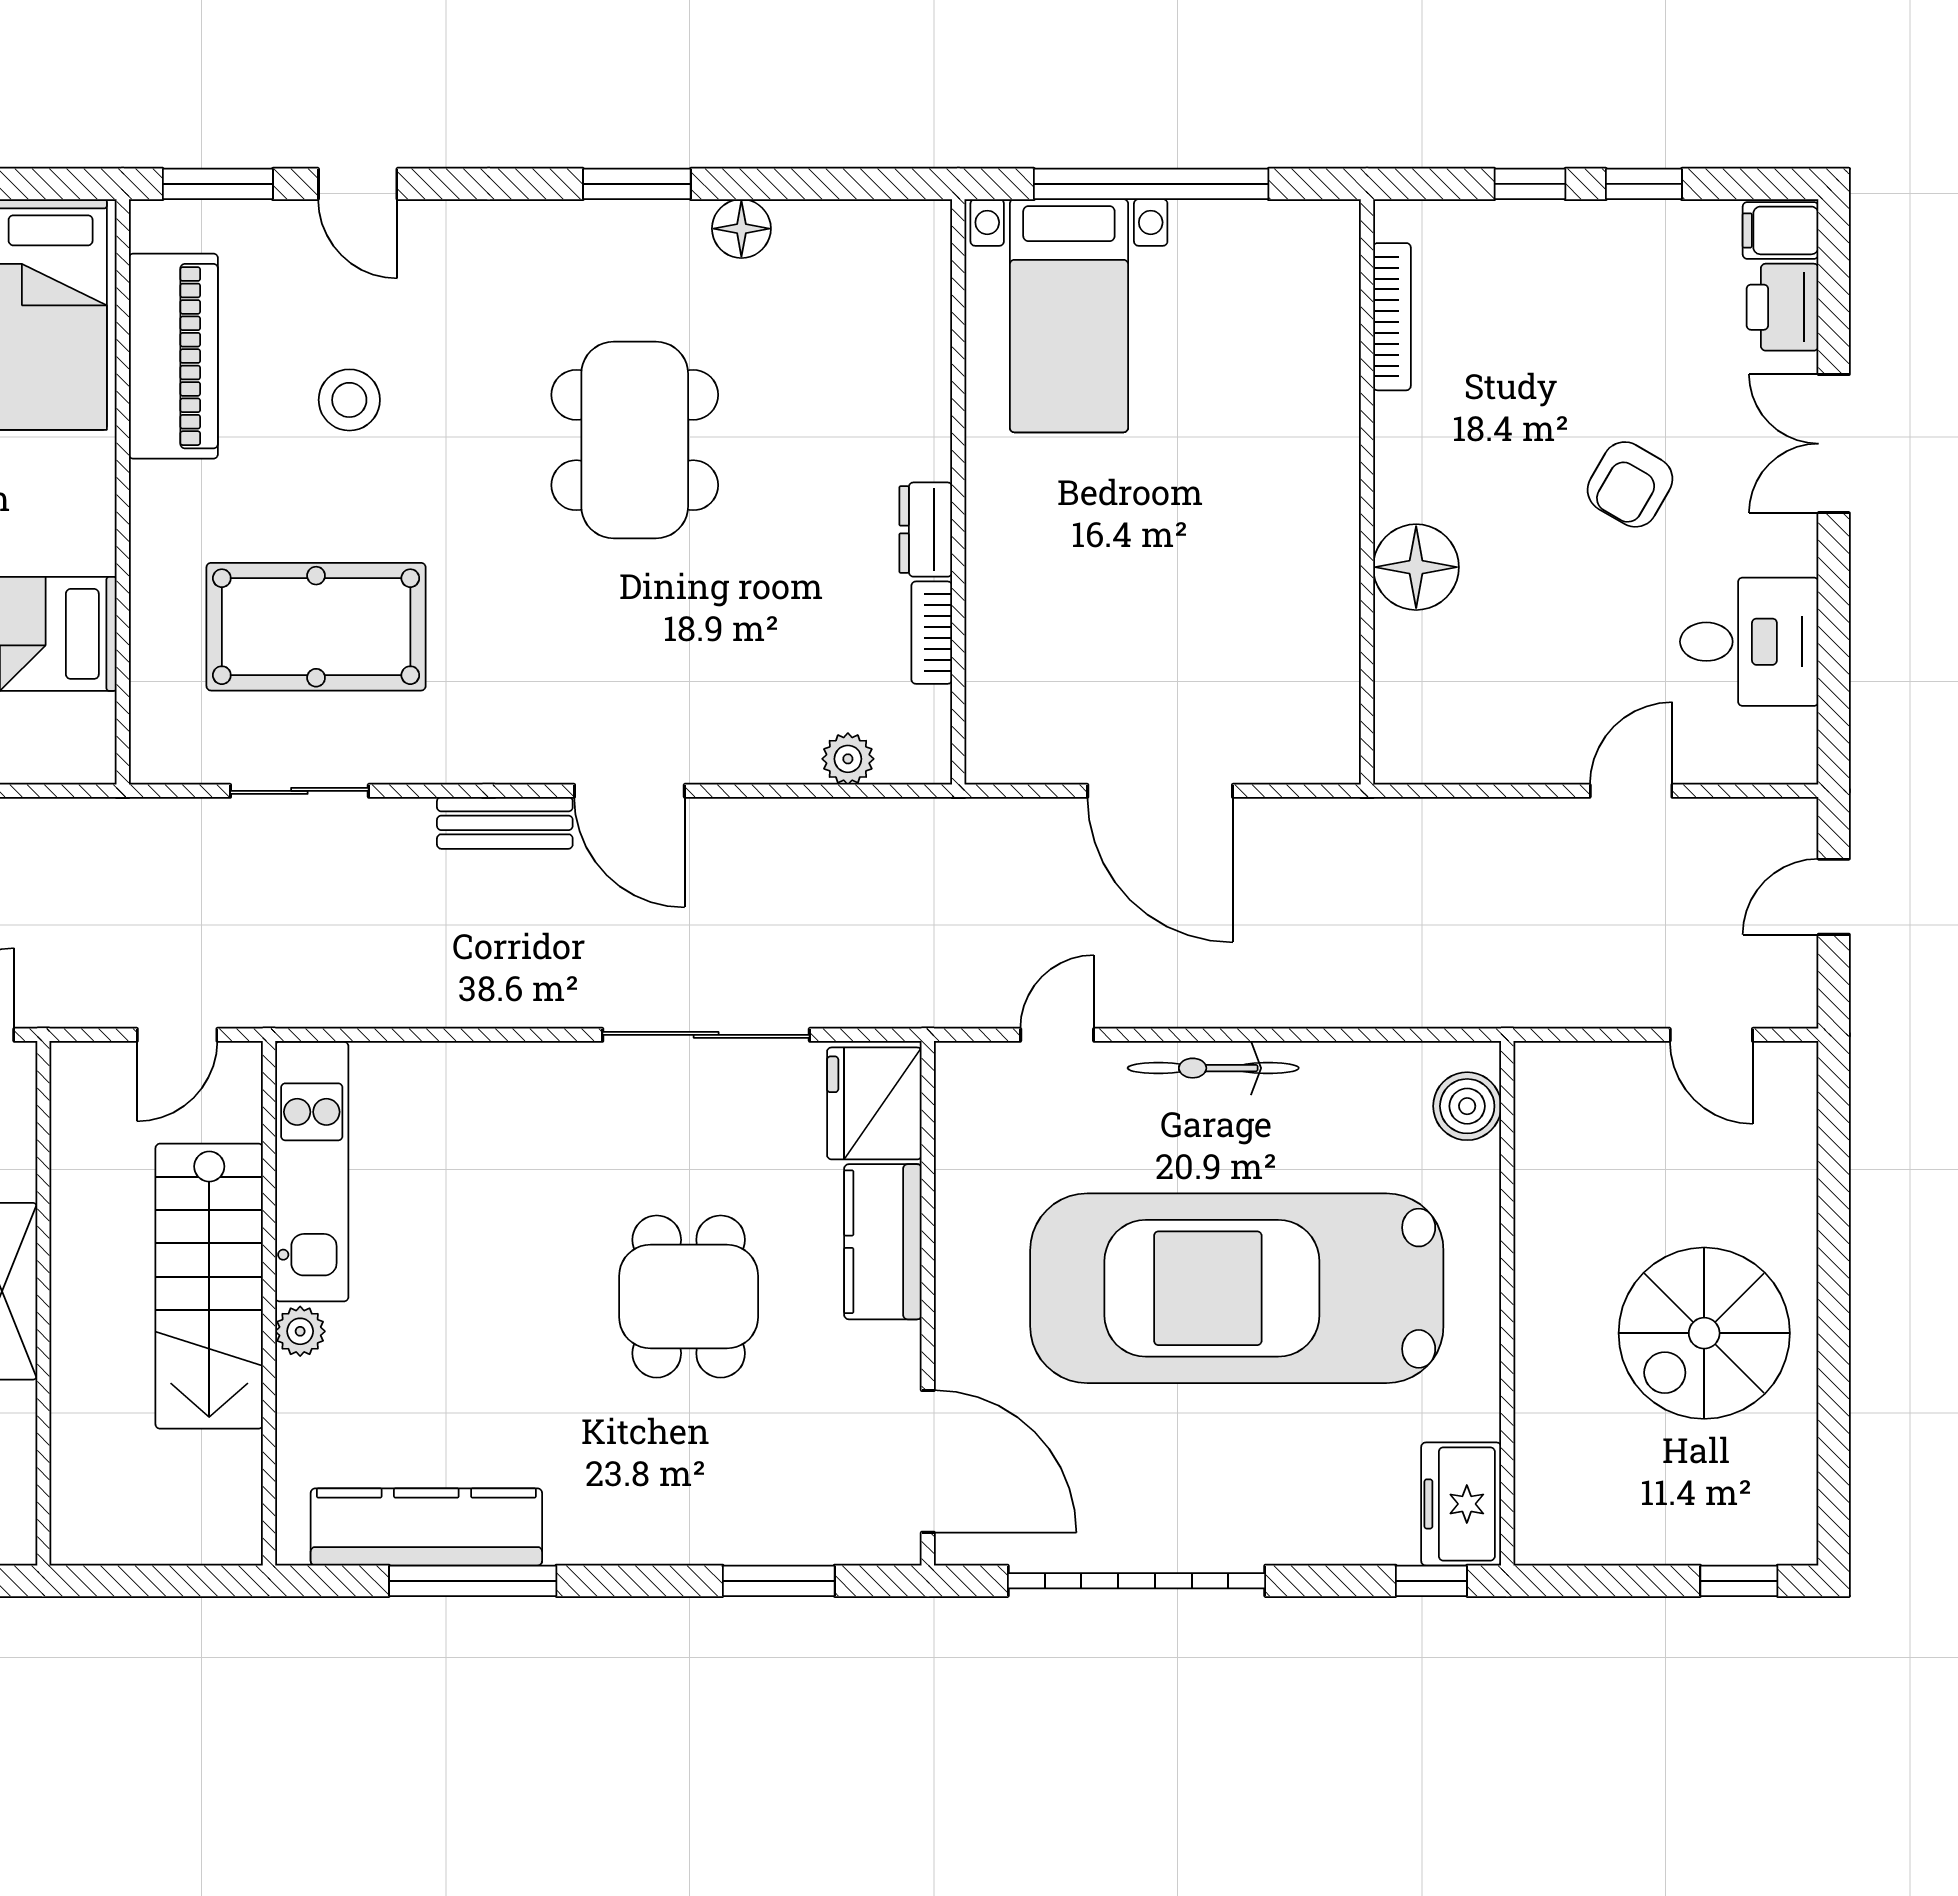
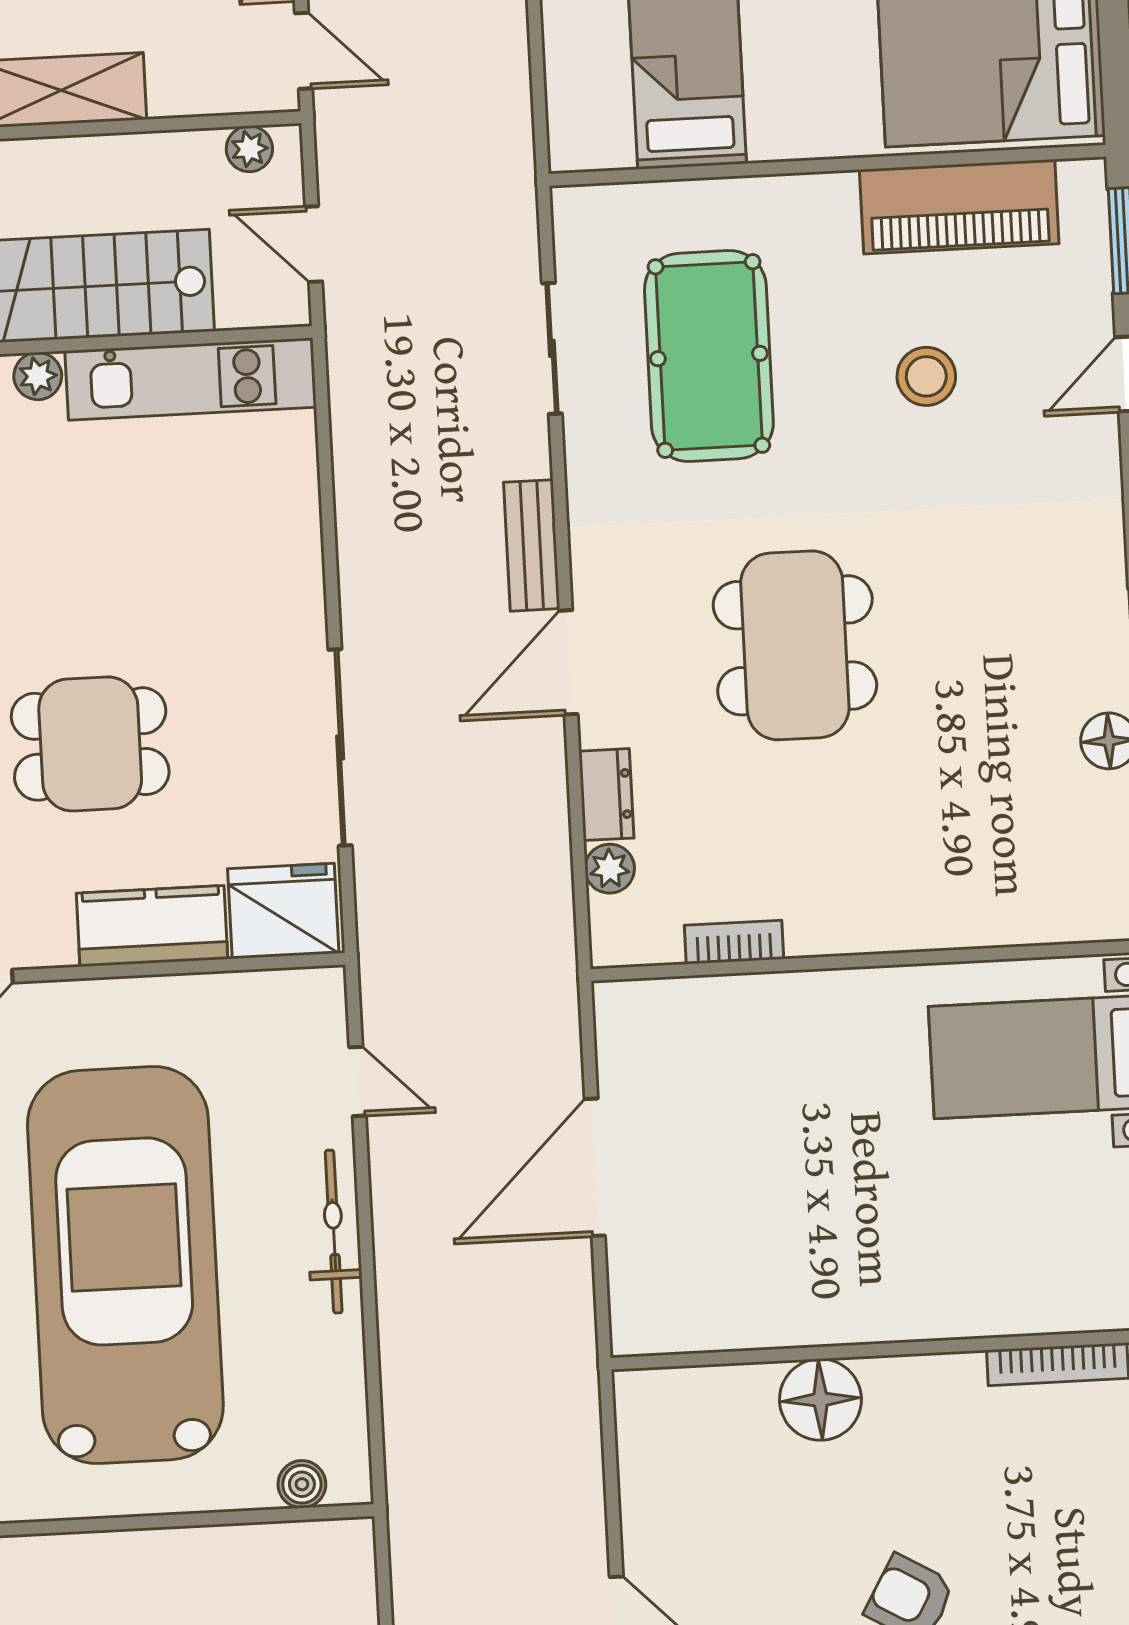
dining table: (635, 440) -> (795, 645), moved, turned 90
dresser: (926, 530) -> (606, 795), moved, turned 90
plant: (74, 1097) -> (249, 149), added
boiler: (1467, 1106) -> (302, 1484), width x0.73, depth x0.73

